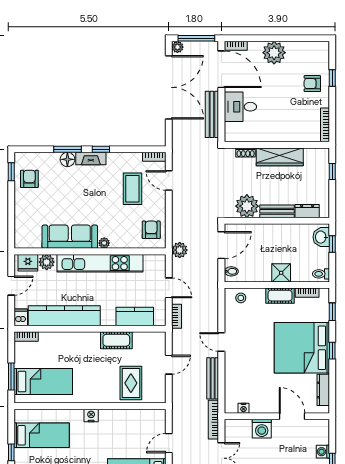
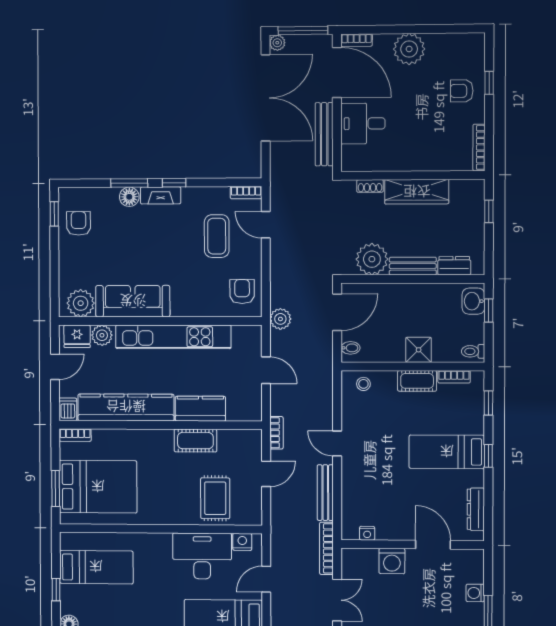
plant: (104, 243) -> (81, 303), moved, width x1.88, depth x1.88
bookcase: (177, 316) -> (277, 433), moved
kitchen counter: (135, 317) -> (200, 409), moved
bed: (302, 348) -> (447, 452), width x0.49
bed: (43, 382) -> (98, 487), width x1.50
nightstand: (91, 415) -> (242, 542), moved
desk: (121, 426) -> (202, 556), added

